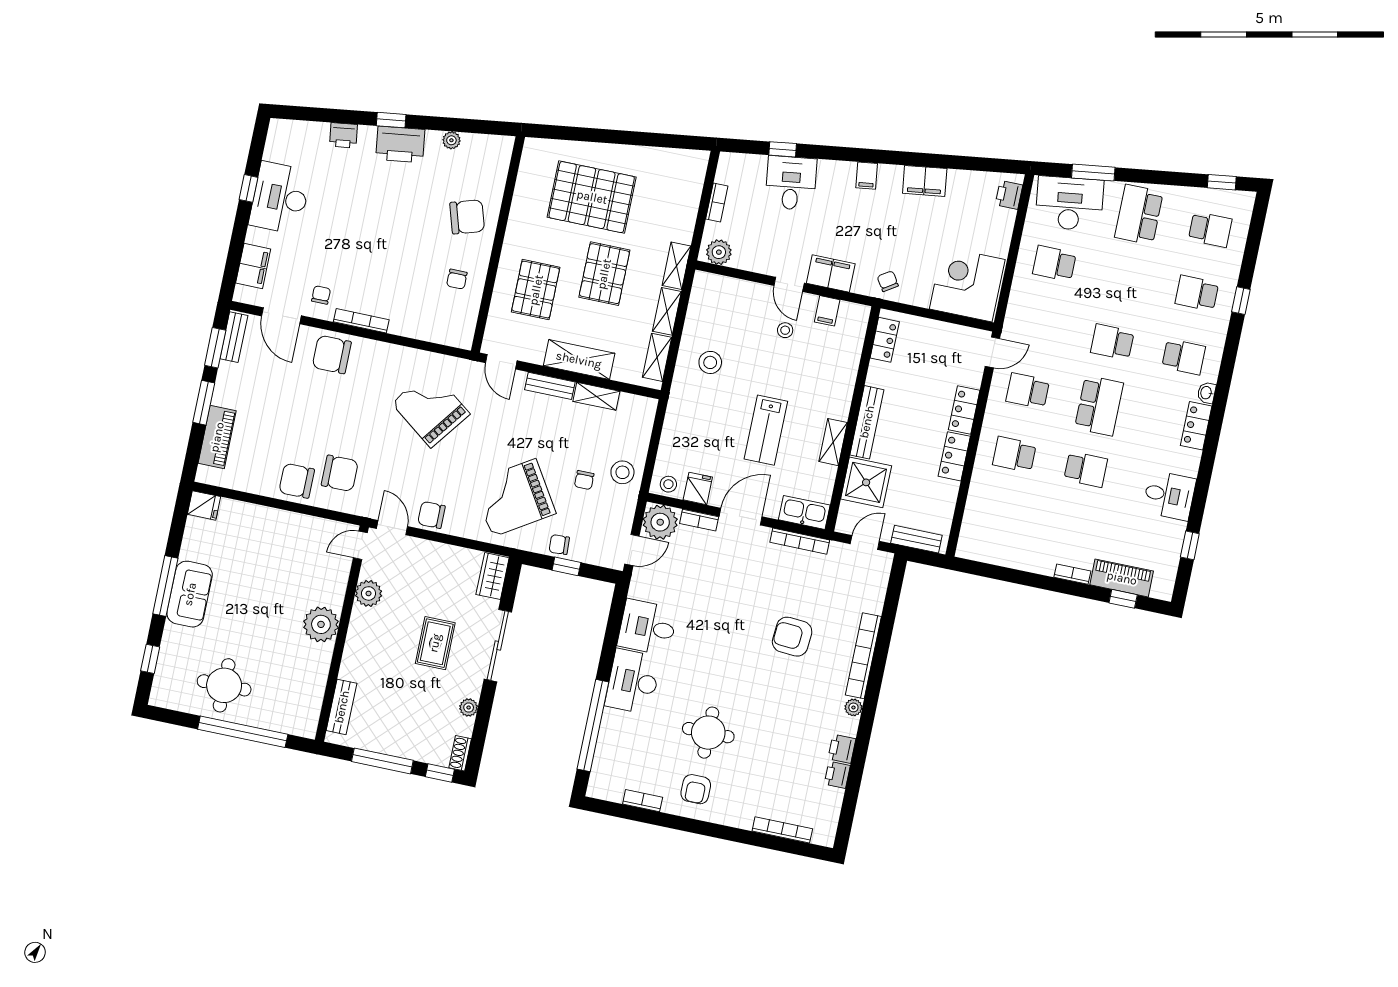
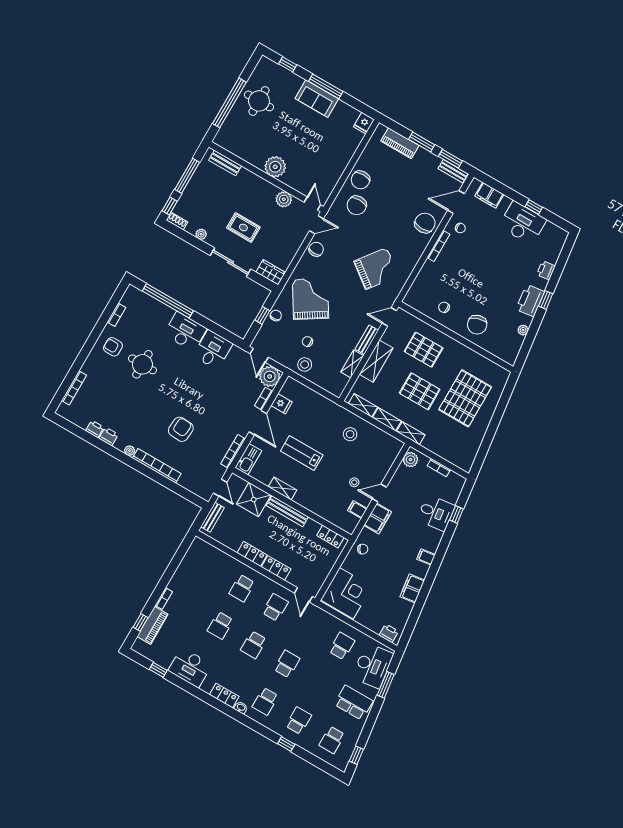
school desk: (1099, 406) -> (254, 645), width x0.54
school desk: (1014, 454) -> (242, 588), turned 180
chair: (297, 481) -> (360, 180), turned 180
stool: (668, 484) -> (289, 388), removed
desk: (1169, 495) -> (190, 667), width x1.37

